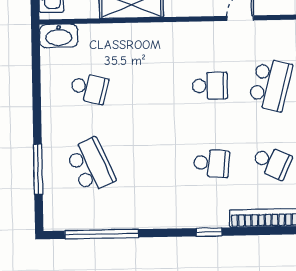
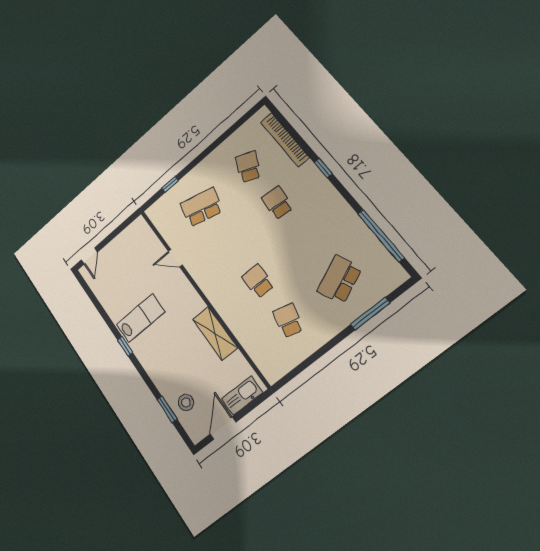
washbasin: (59, 36) -> (269, 367), removed
school desk: (210, 86) -> (258, 281), moved

